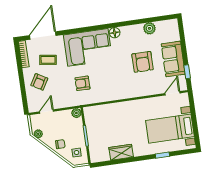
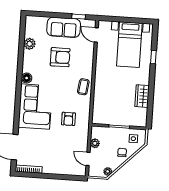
coffee table: (48, 60) -> (83, 87), moved
armchair: (39, 82) -> (58, 160), removed
plant: (76, 113) -> (95, 143), moved

